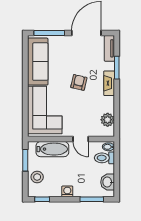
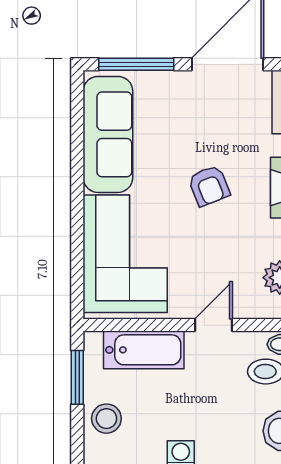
armchair: (79, 82) -> (209, 186), turned 145
door: (81, 139) -> (213, 325), swing flipped

